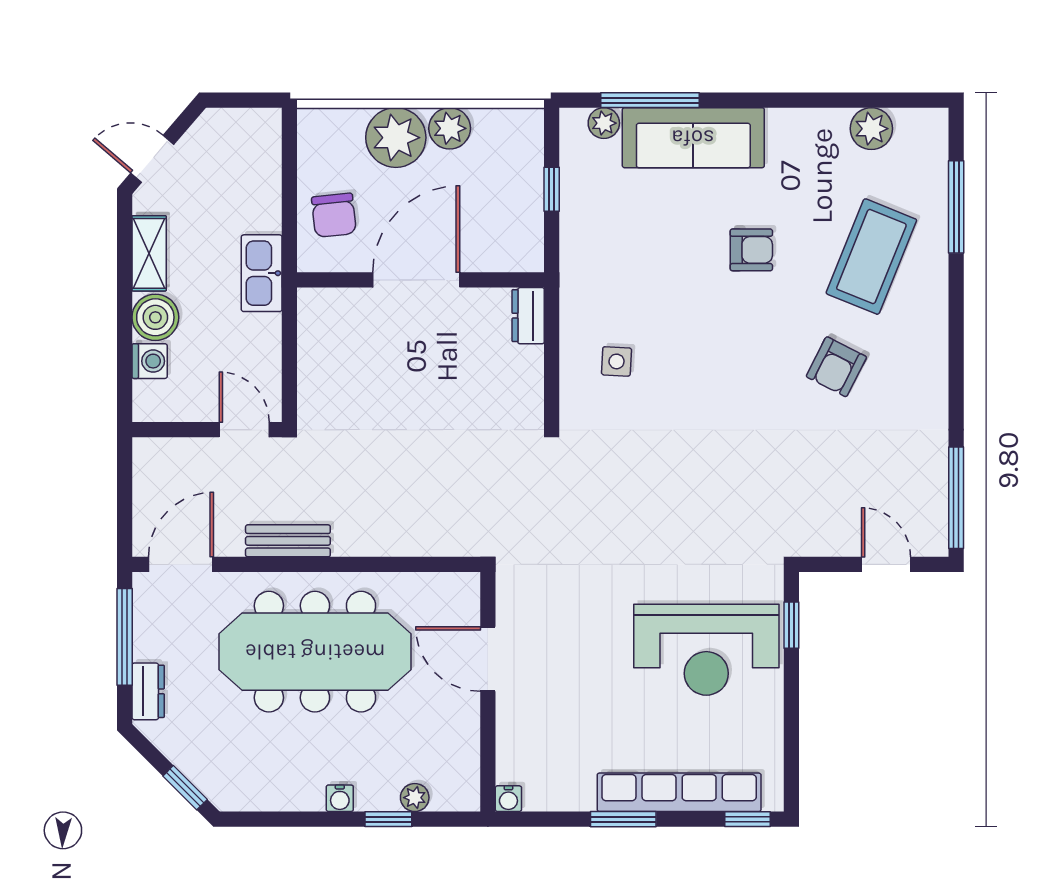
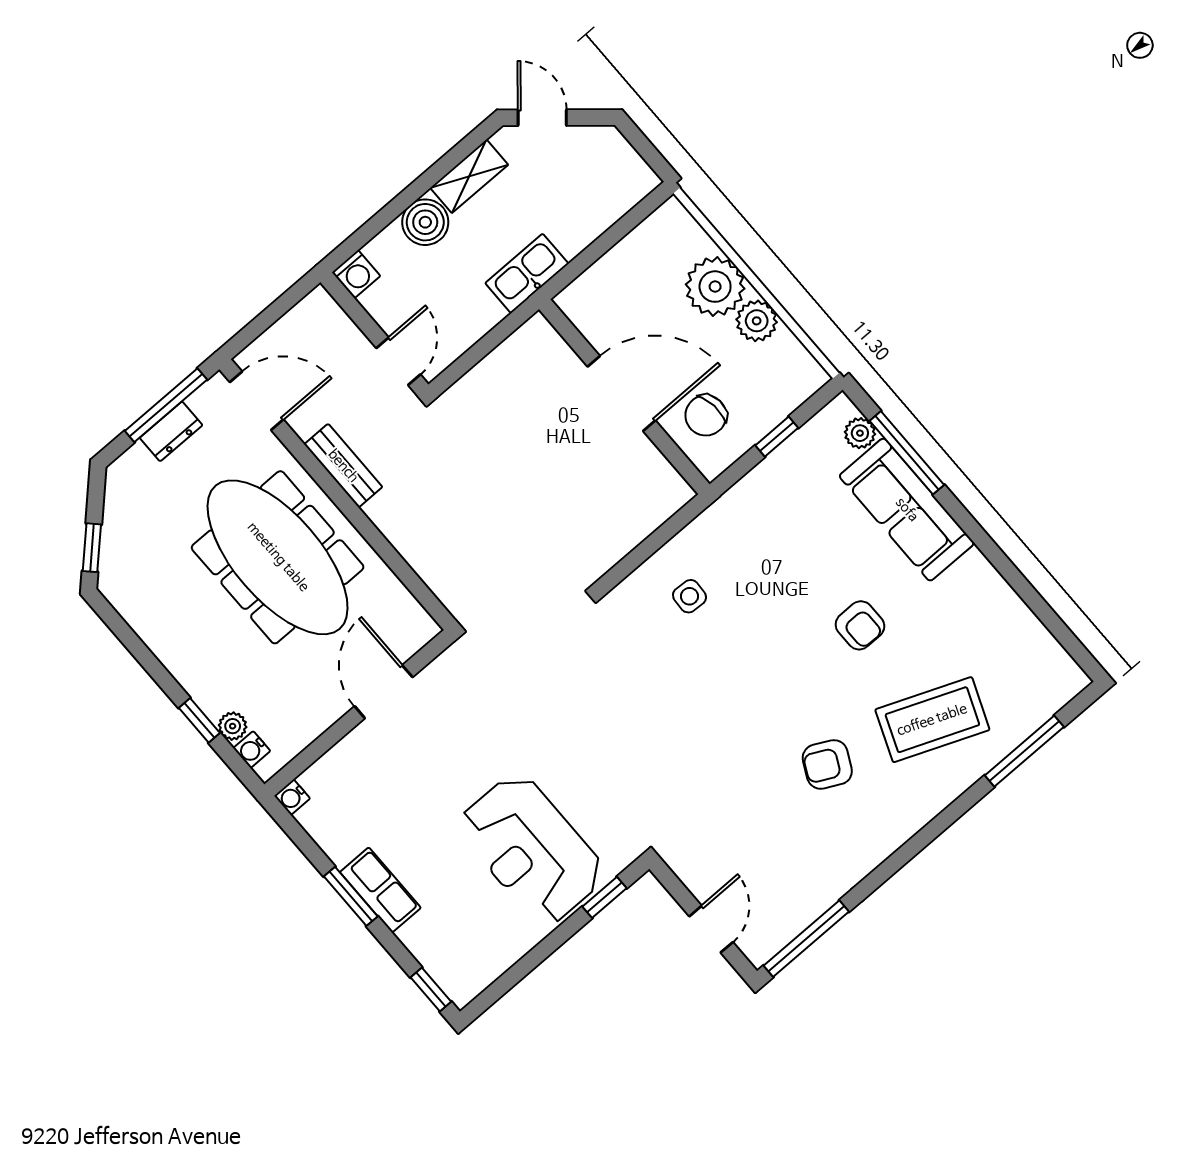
plant: (871, 129) -> (1028, 637), removed
chair: (334, 215) -> (706, 415), moved
dresser: (528, 316) -> (667, 501), removed
washing machine: (150, 361) -> (356, 274), moved
dresser: (148, 691) -> (171, 431), moved
row of seats: (679, 792) -> (380, 890), width x0.50
water cooler: (340, 798) -> (252, 750), moved

